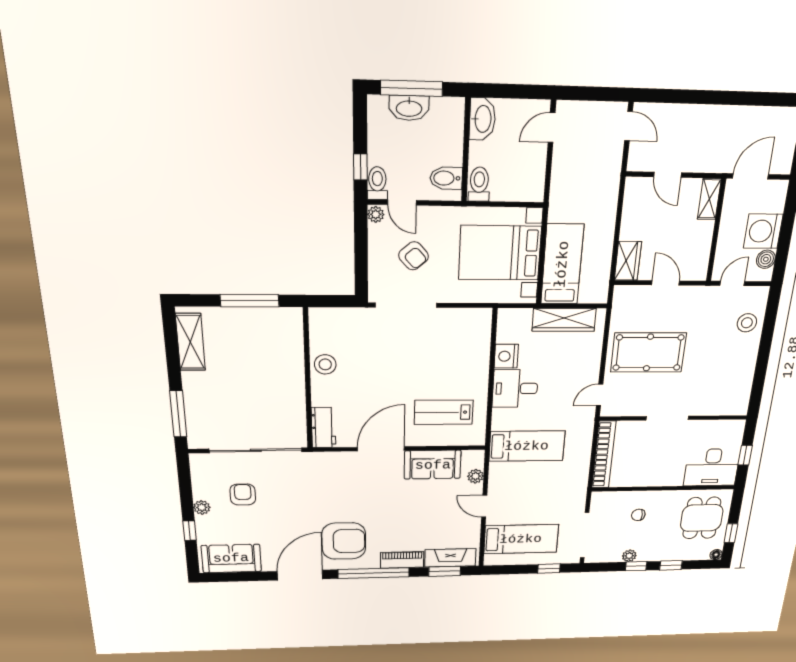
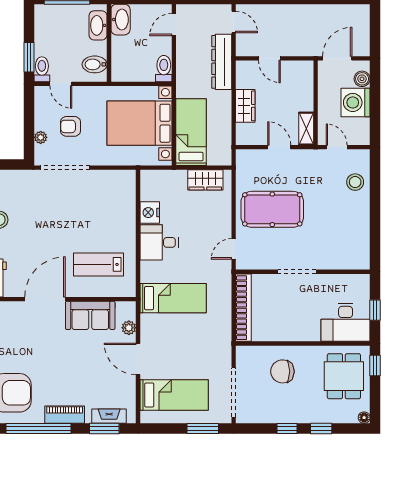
washbasin: (409, 108) -> (98, 25), moved, turned 90
window: (360, 167) -> (29, 57), width x1.50
dresser: (608, 178) -> (222, 62), added
toilet: (479, 184) -> (164, 69), moved
shelving: (709, 199) -> (306, 129), moved
plant: (376, 214) -> (41, 137), moved
armchair: (414, 256) -> (70, 126), turned 131
boiler: (766, 259) -> (362, 79), moved
wardrobe: (628, 261) -> (245, 106), moved
door: (732, 283) -> (337, 147), hinge flipped
wardrobe: (564, 320) -> (205, 180), width x0.67
door: (484, 506) -> (138, 359), width x1.38
chair: (638, 515) -> (282, 371), width x1.87, depth x1.87
window: (731, 533) -> (375, 366), moved
plant: (629, 556) -> (279, 416), removed
fireplace: (450, 558) -> (109, 416), width x0.73, depth x0.76
window: (549, 569) -> (203, 429), width x1.50

